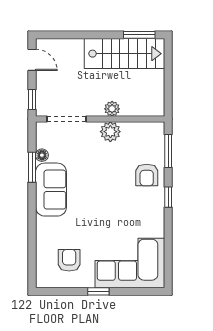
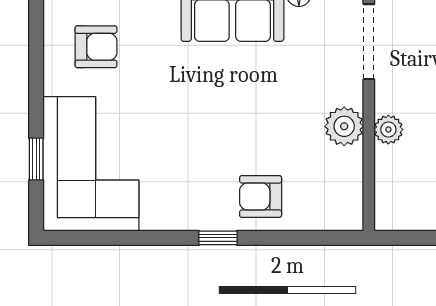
window: (168, 151) -> (307, 238), removed
window: (98, 291) -> (36, 159), moved

